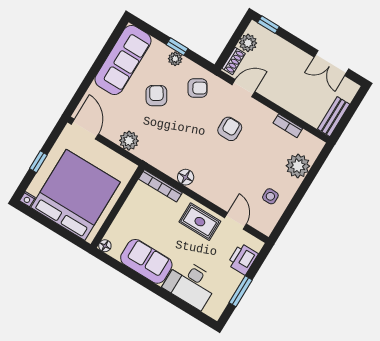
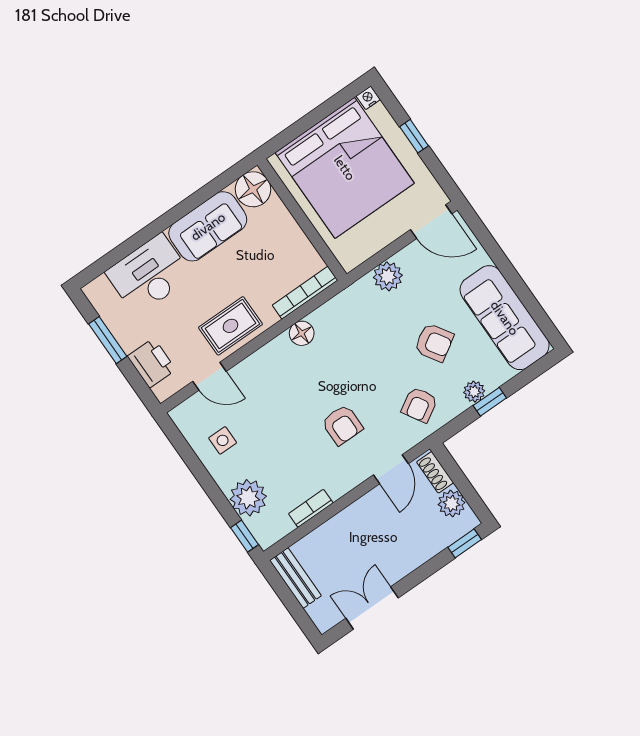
window: (322, 158) -> (245, 536), added
floor lamp: (105, 246) -> (253, 189), width x1.89, depth x1.89

